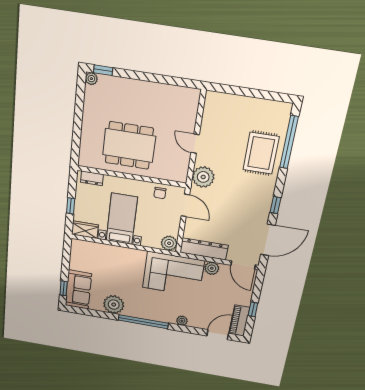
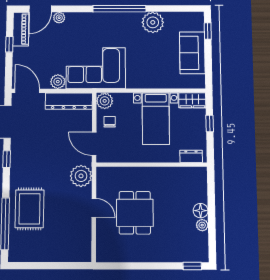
plant: (91, 79) -> (202, 225), moved
floor lamp: (89, 125) -> (201, 211), added
dining table: (129, 145) -> (135, 213), moved, width x0.73
chair: (160, 193) -> (110, 122), moved
sofa: (78, 290) -> (192, 53), moved
plant: (182, 321) -> (59, 18), moved

